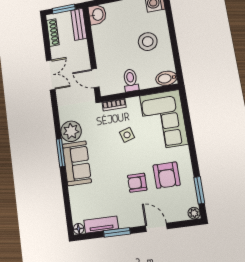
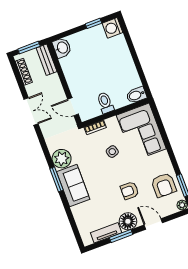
stool: (148, 42) -> (113, 65), removed
armchair: (167, 175) -> (164, 185), moved
floor lamp: (79, 229) -> (128, 221), moved, width x1.89, depth x1.89

